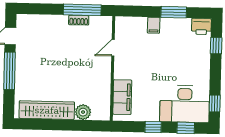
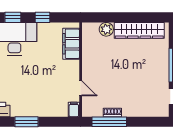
filing cabinet: (154, 25) -> (74, 110), moved
door: (113, 48) -> (81, 88), hinge flipped

